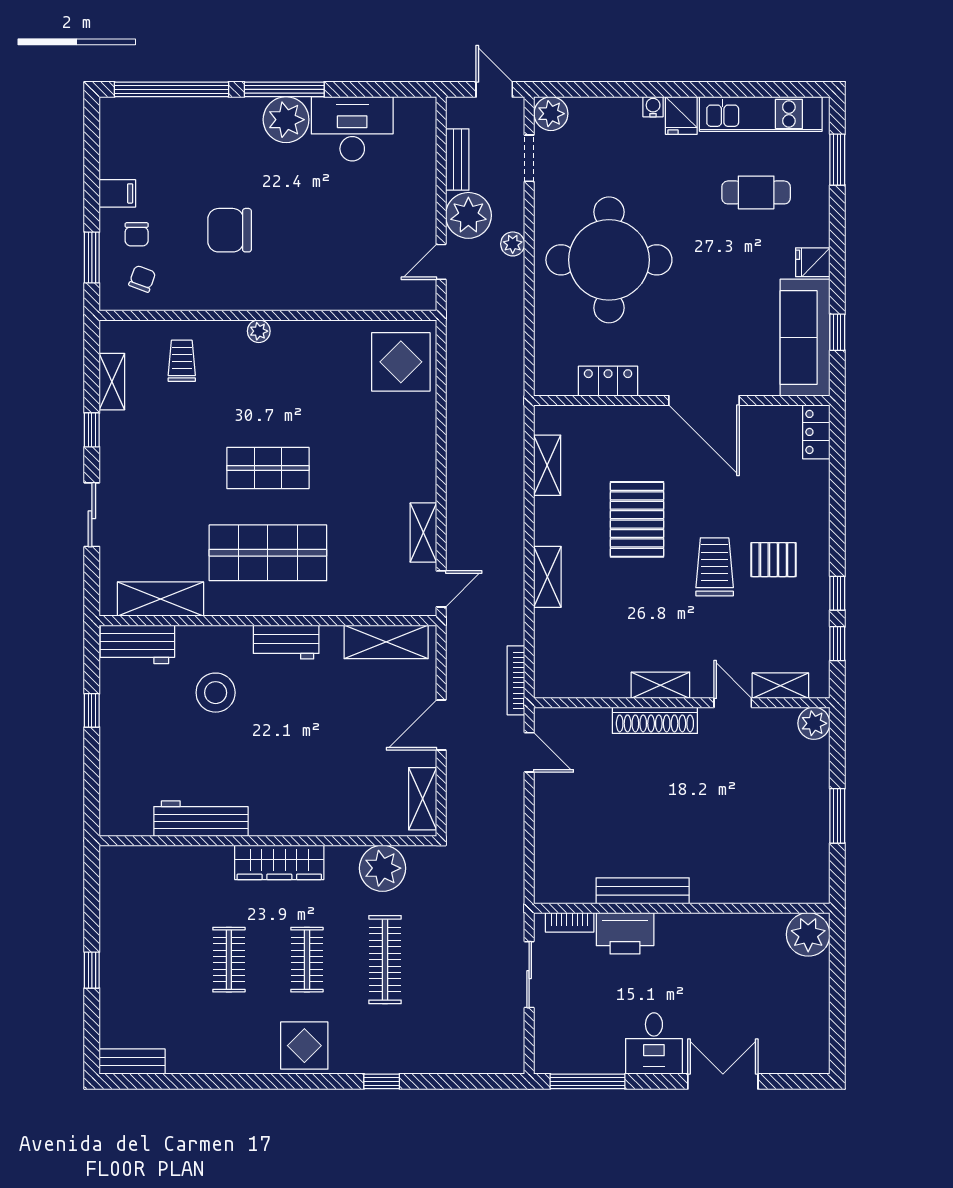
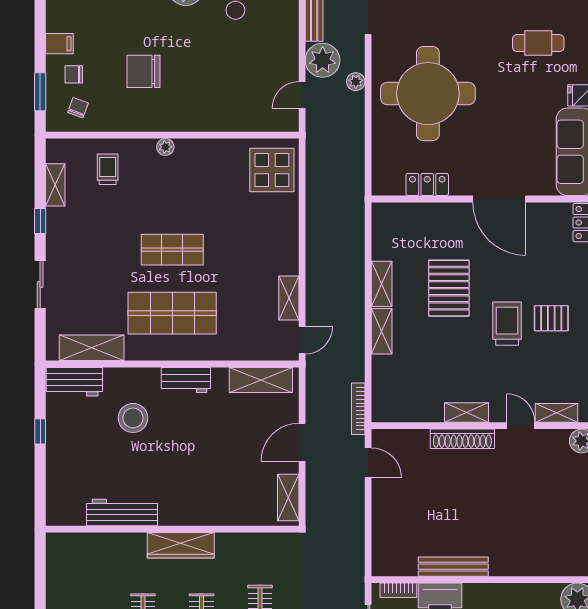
chair: (137, 234) -> (74, 74), turned 90
shelving: (547, 465) -> (382, 284), moved
plant: (382, 868) -> (258, 550), removed

